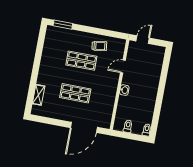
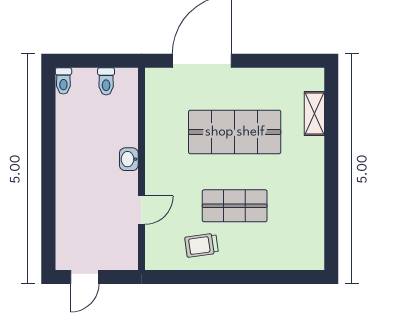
window: (63, 25) -> (290, 277), removed
door: (143, 40) -> (85, 277), moved
shop shelf: (75, 93) -> (235, 132), width x1.43, depth x1.36

